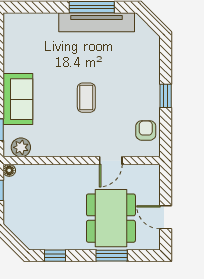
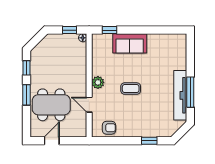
window: (166, 96) -> (149, 141), moved
plant: (21, 147) -> (98, 82), moved
window: (112, 256) -> (27, 95), moved

